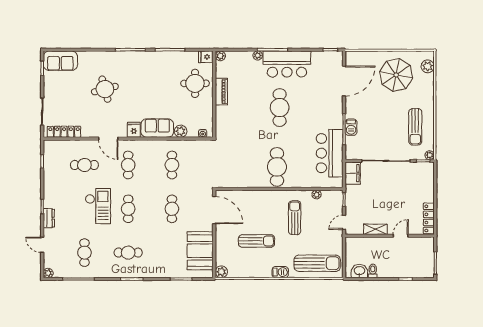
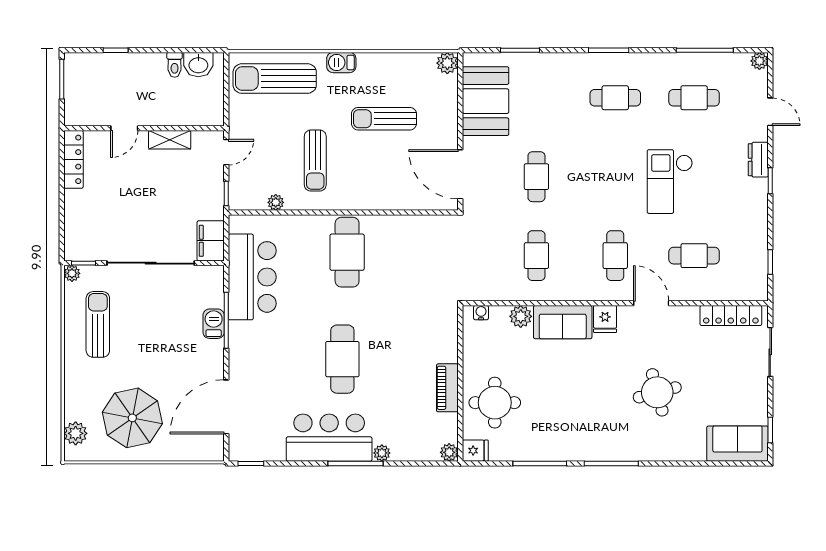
cafe table: (128, 209) -> (615, 177), removed
cafe table: (84, 253) -> (694, 98), turned 90

